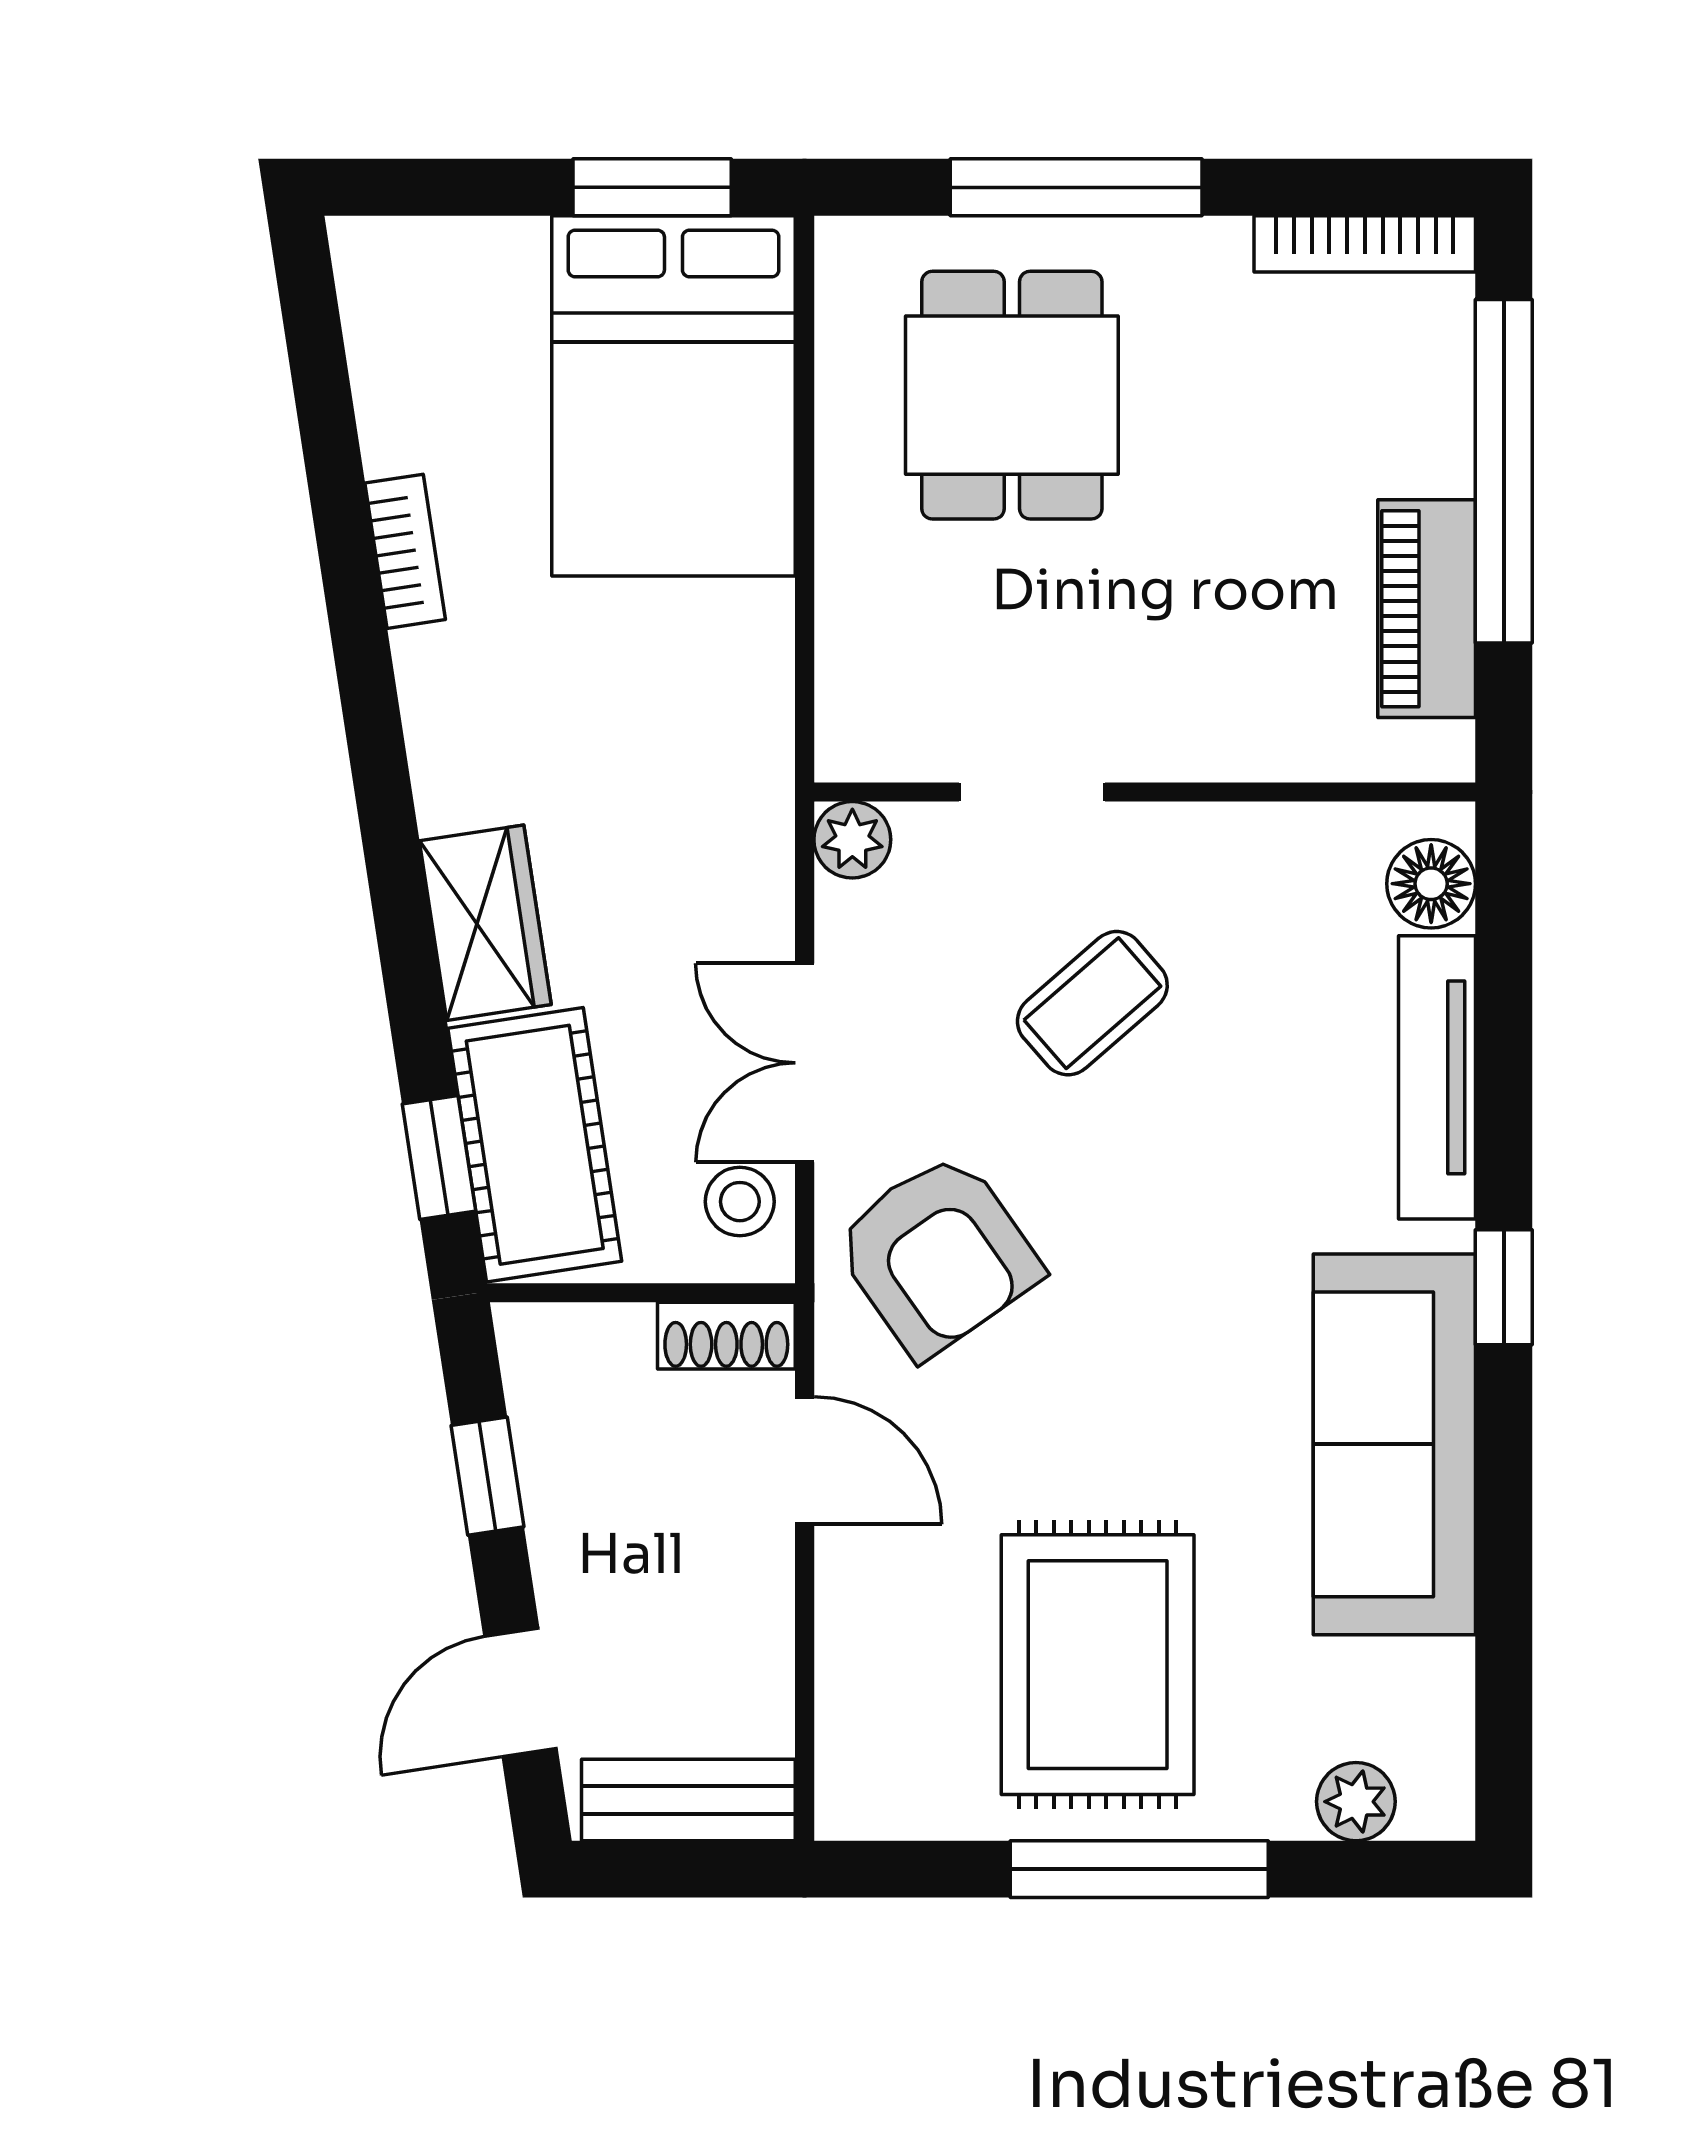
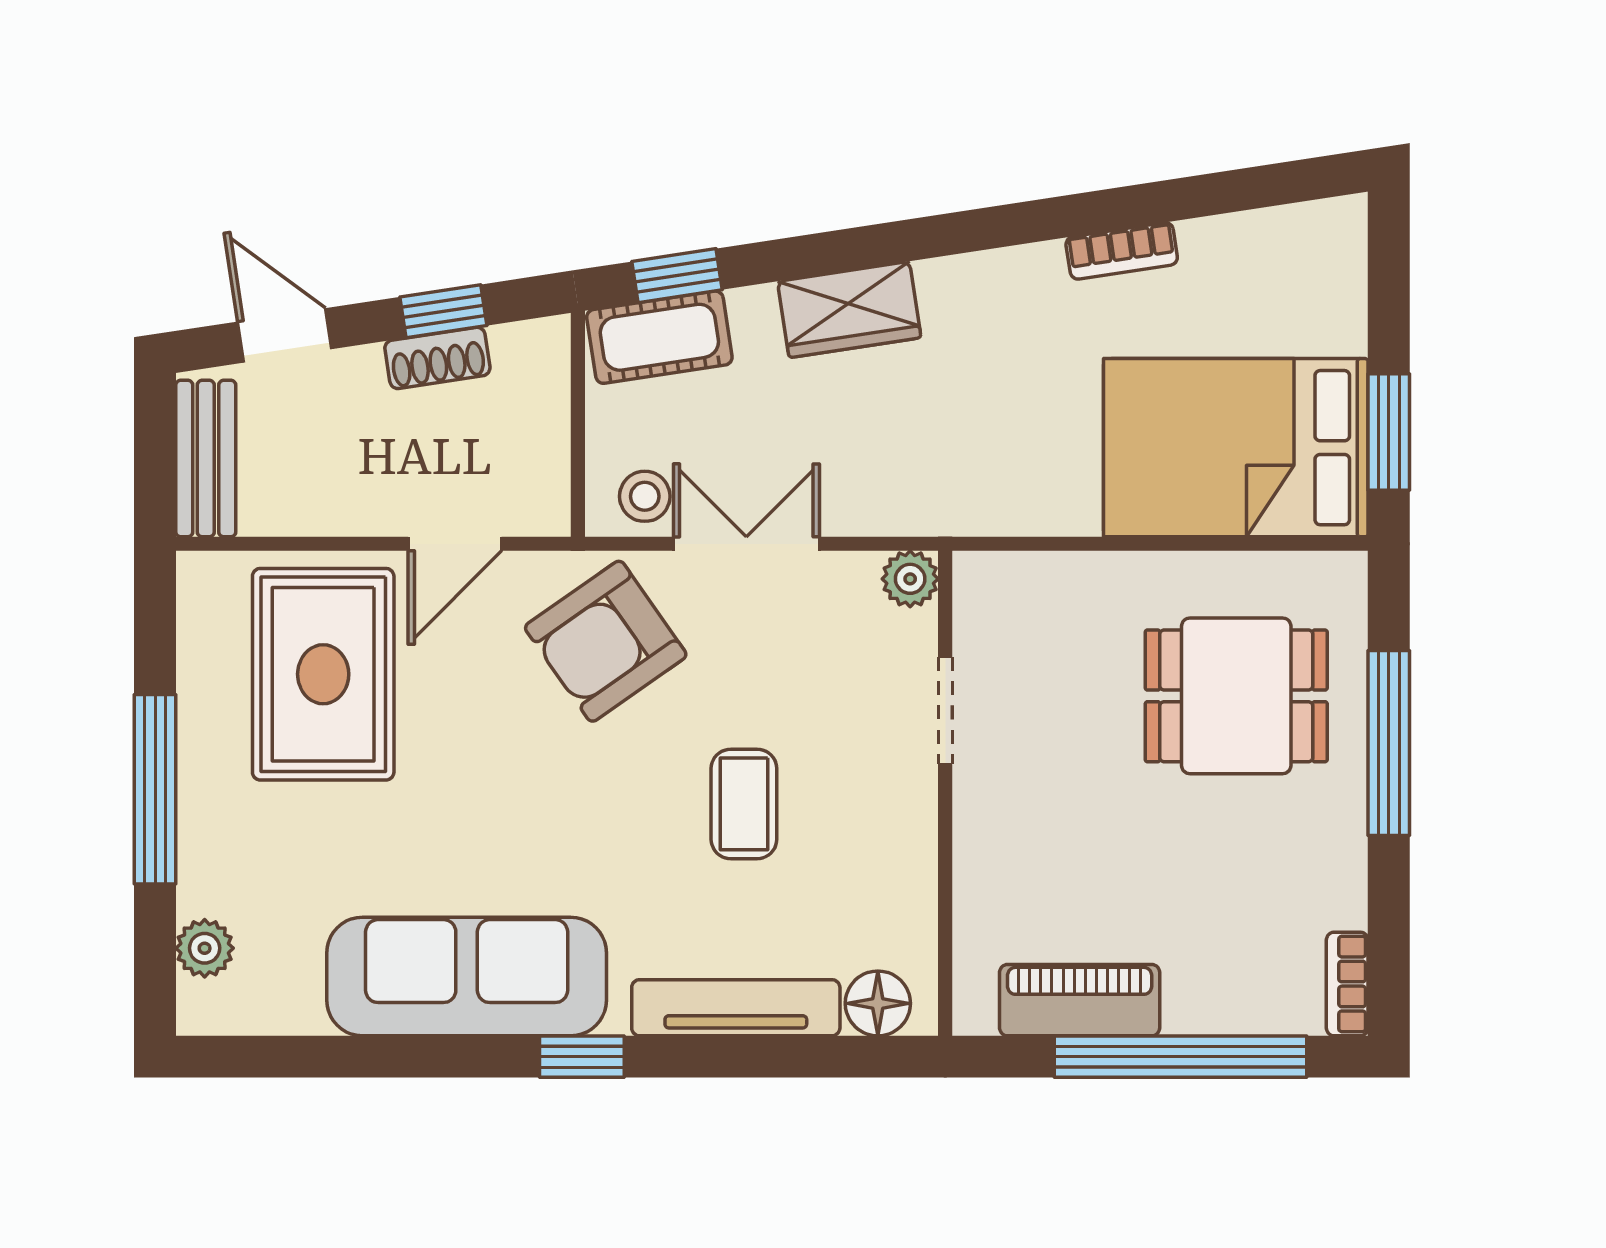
bookcase: (1365, 244) -> (1347, 984), width x0.64
coffee table: (1092, 1003) -> (744, 804), moved, turned 41
cot: (535, 1145) -> (659, 337), width x0.73, depth x0.75
shoe rack: (726, 1336) -> (437, 358), moved, turned -99
rug: (1098, 1665) -> (323, 674), moved, turned 90

